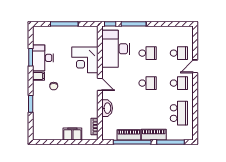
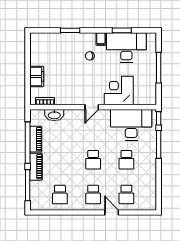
desk: (43, 58) -> (126, 47), width x1.36, depth x1.30
washbasin: (107, 108) -> (54, 115), moved
school desk: (179, 113) -> (60, 195), width x0.54

